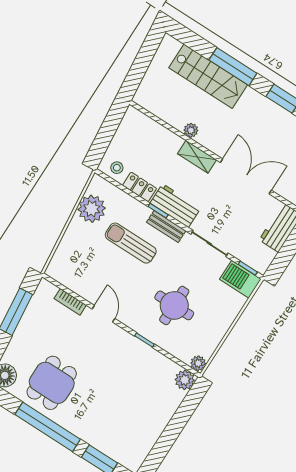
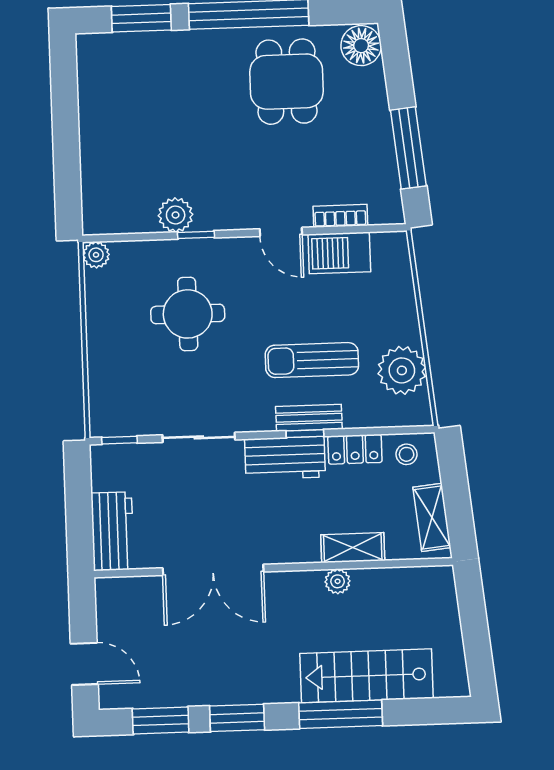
shelving: (125, 130) -> (432, 517), added
shelving: (197, 157) -> (353, 548), moved
bench: (166, 227) -> (309, 418), moved
sun lounger: (131, 243) -> (312, 360), turned 180
barbecue: (240, 279) -> (339, 253), moved, turned 180
plant: (185, 380) -> (176, 215), moved

